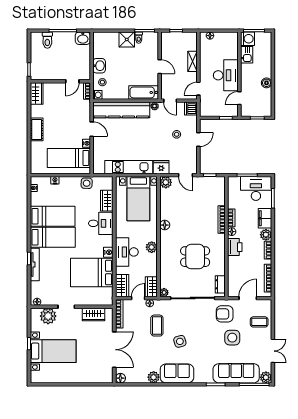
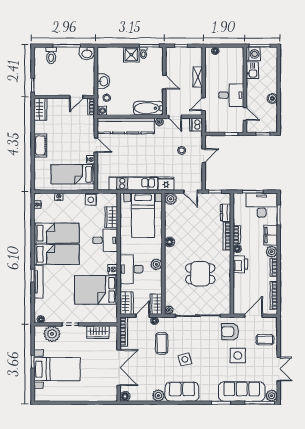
desk: (226, 75) -> (231, 95), width x0.73
door: (239, 98) -> (245, 114), swing flipped
dresser: (220, 284) -> (226, 213), moved

